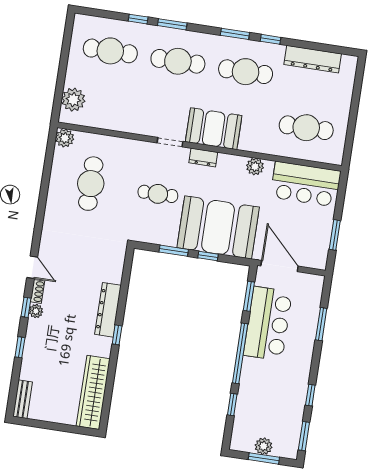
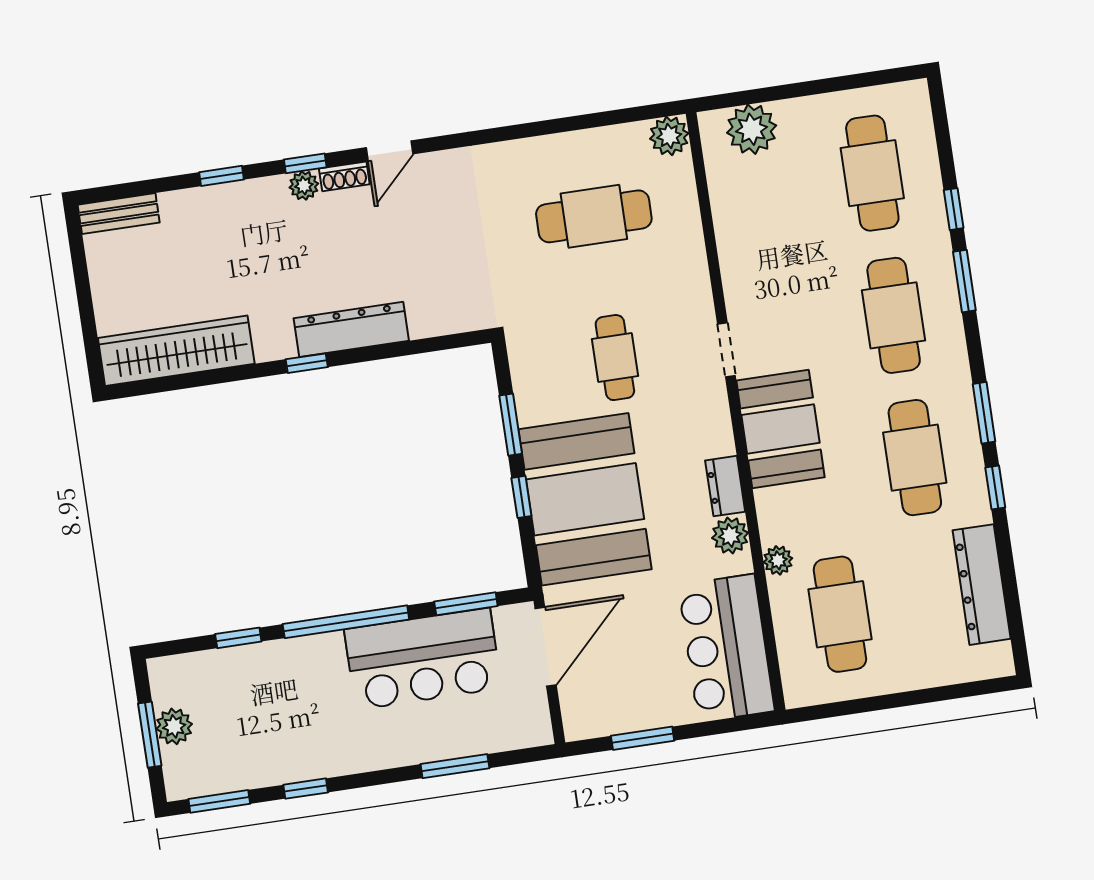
plant: (273, 148) -> (778, 560), added
dresser: (203, 157) -> (725, 486), moved

